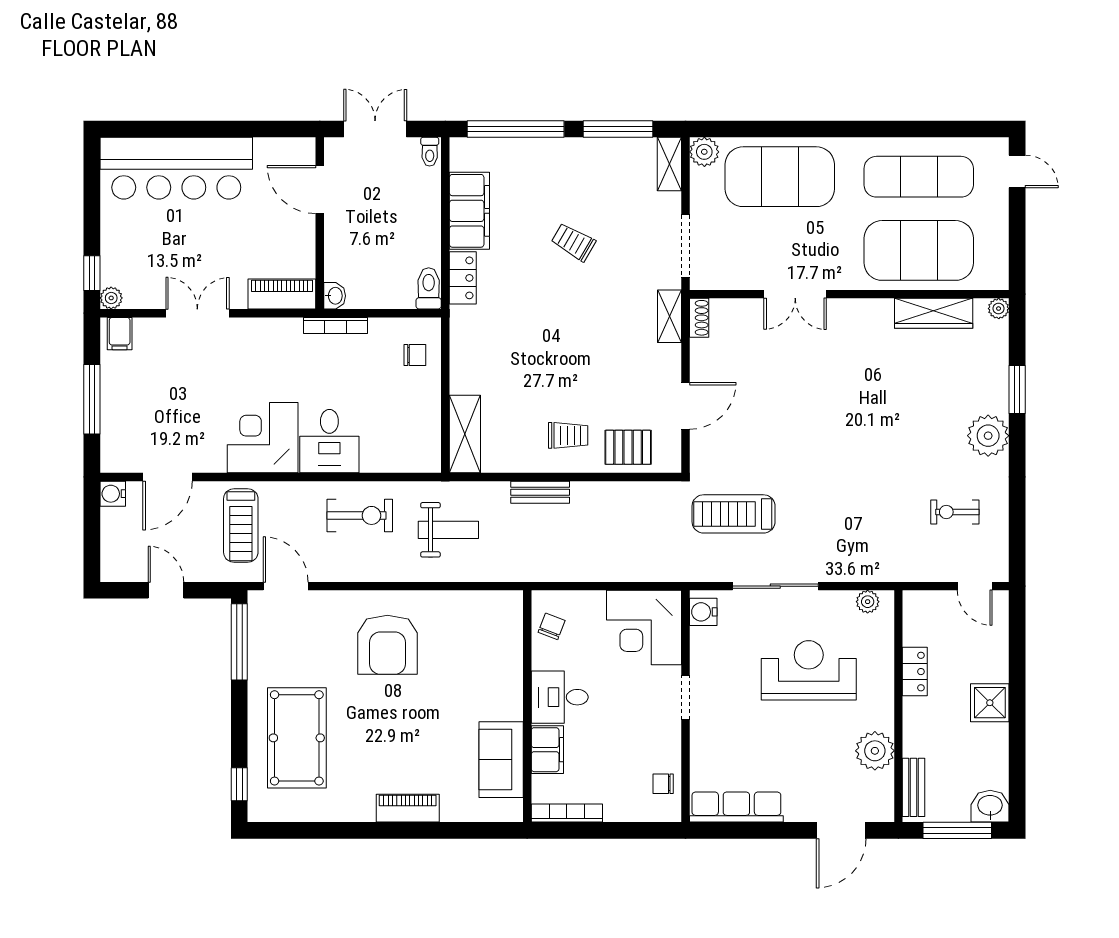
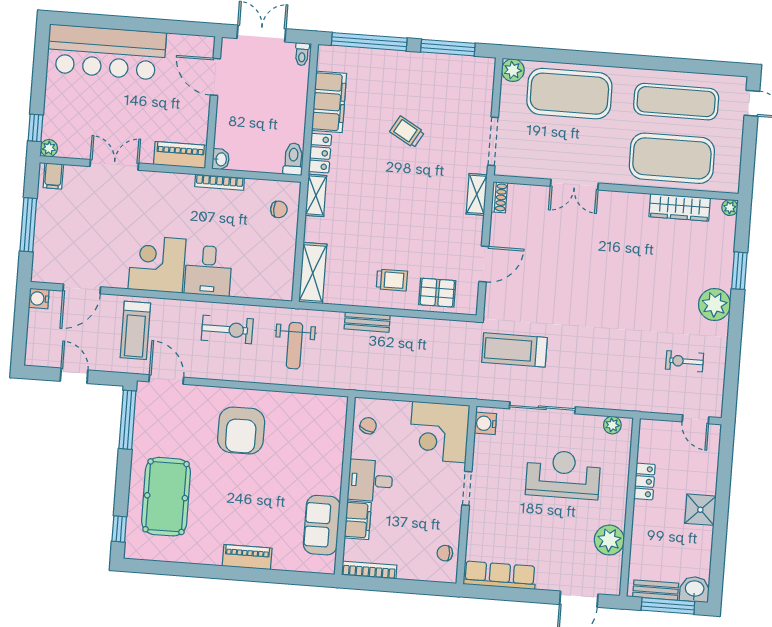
shelving: (669, 164) -> (316, 195), moved
weight bench: (448, 530) -> (295, 346), turned 90
bench: (914, 787) -> (656, 590), moved, turned 90

